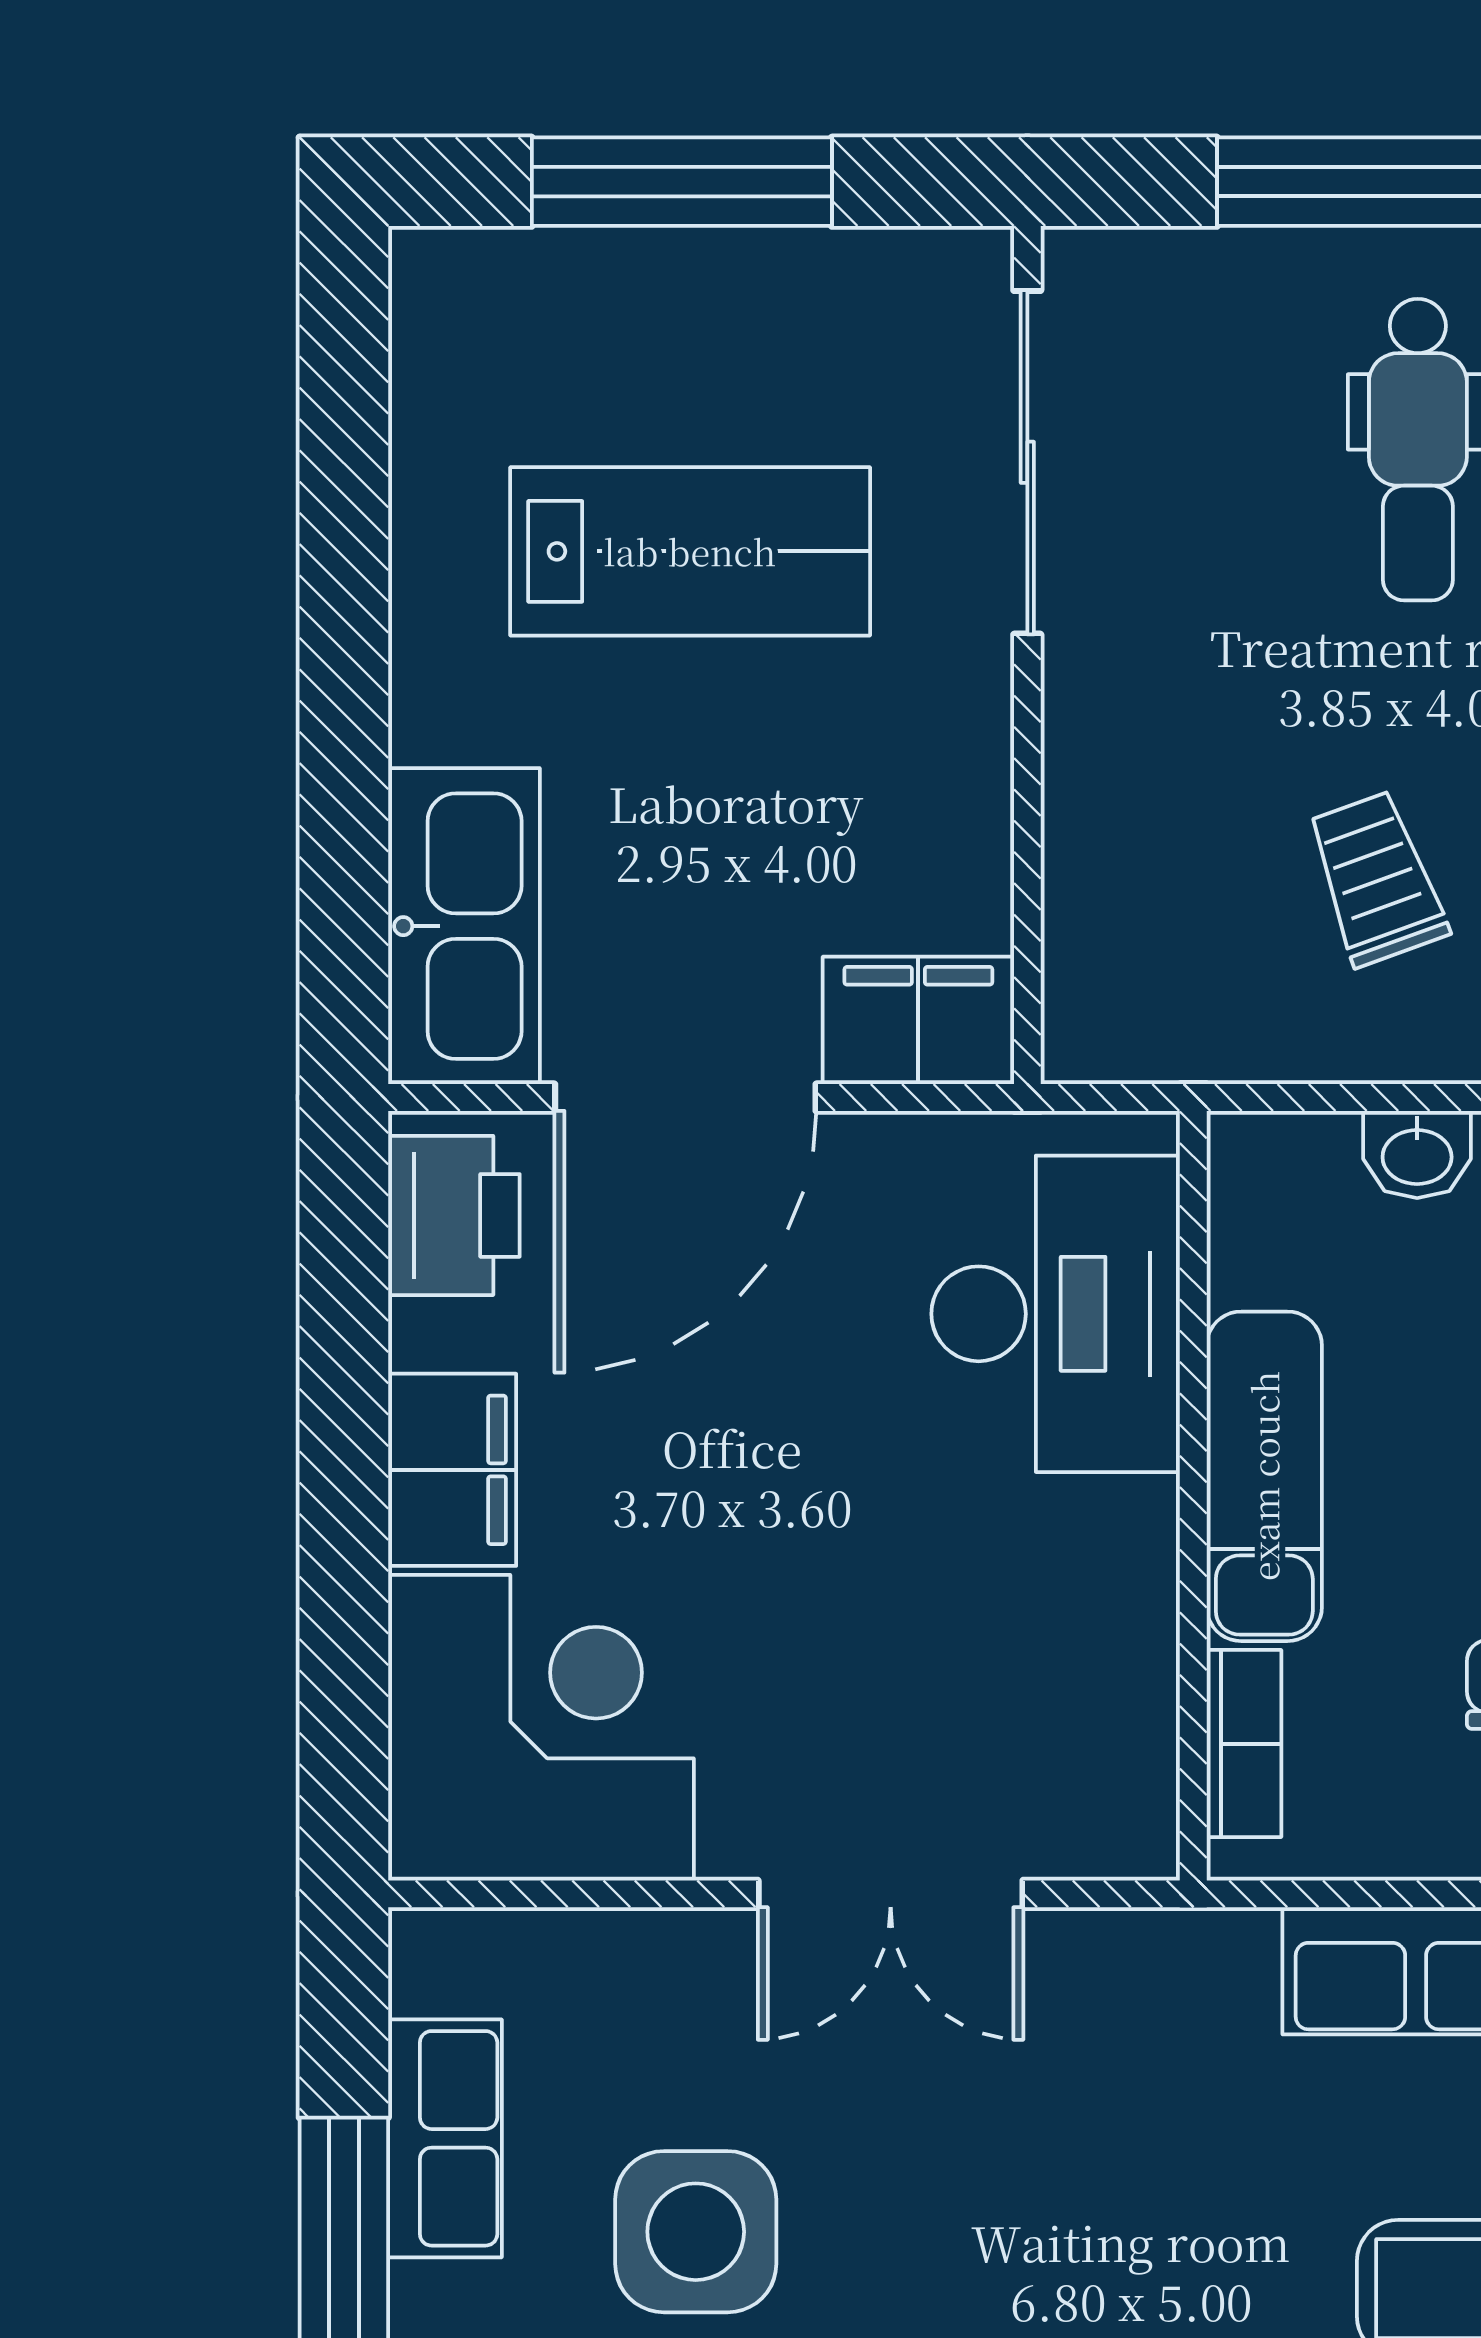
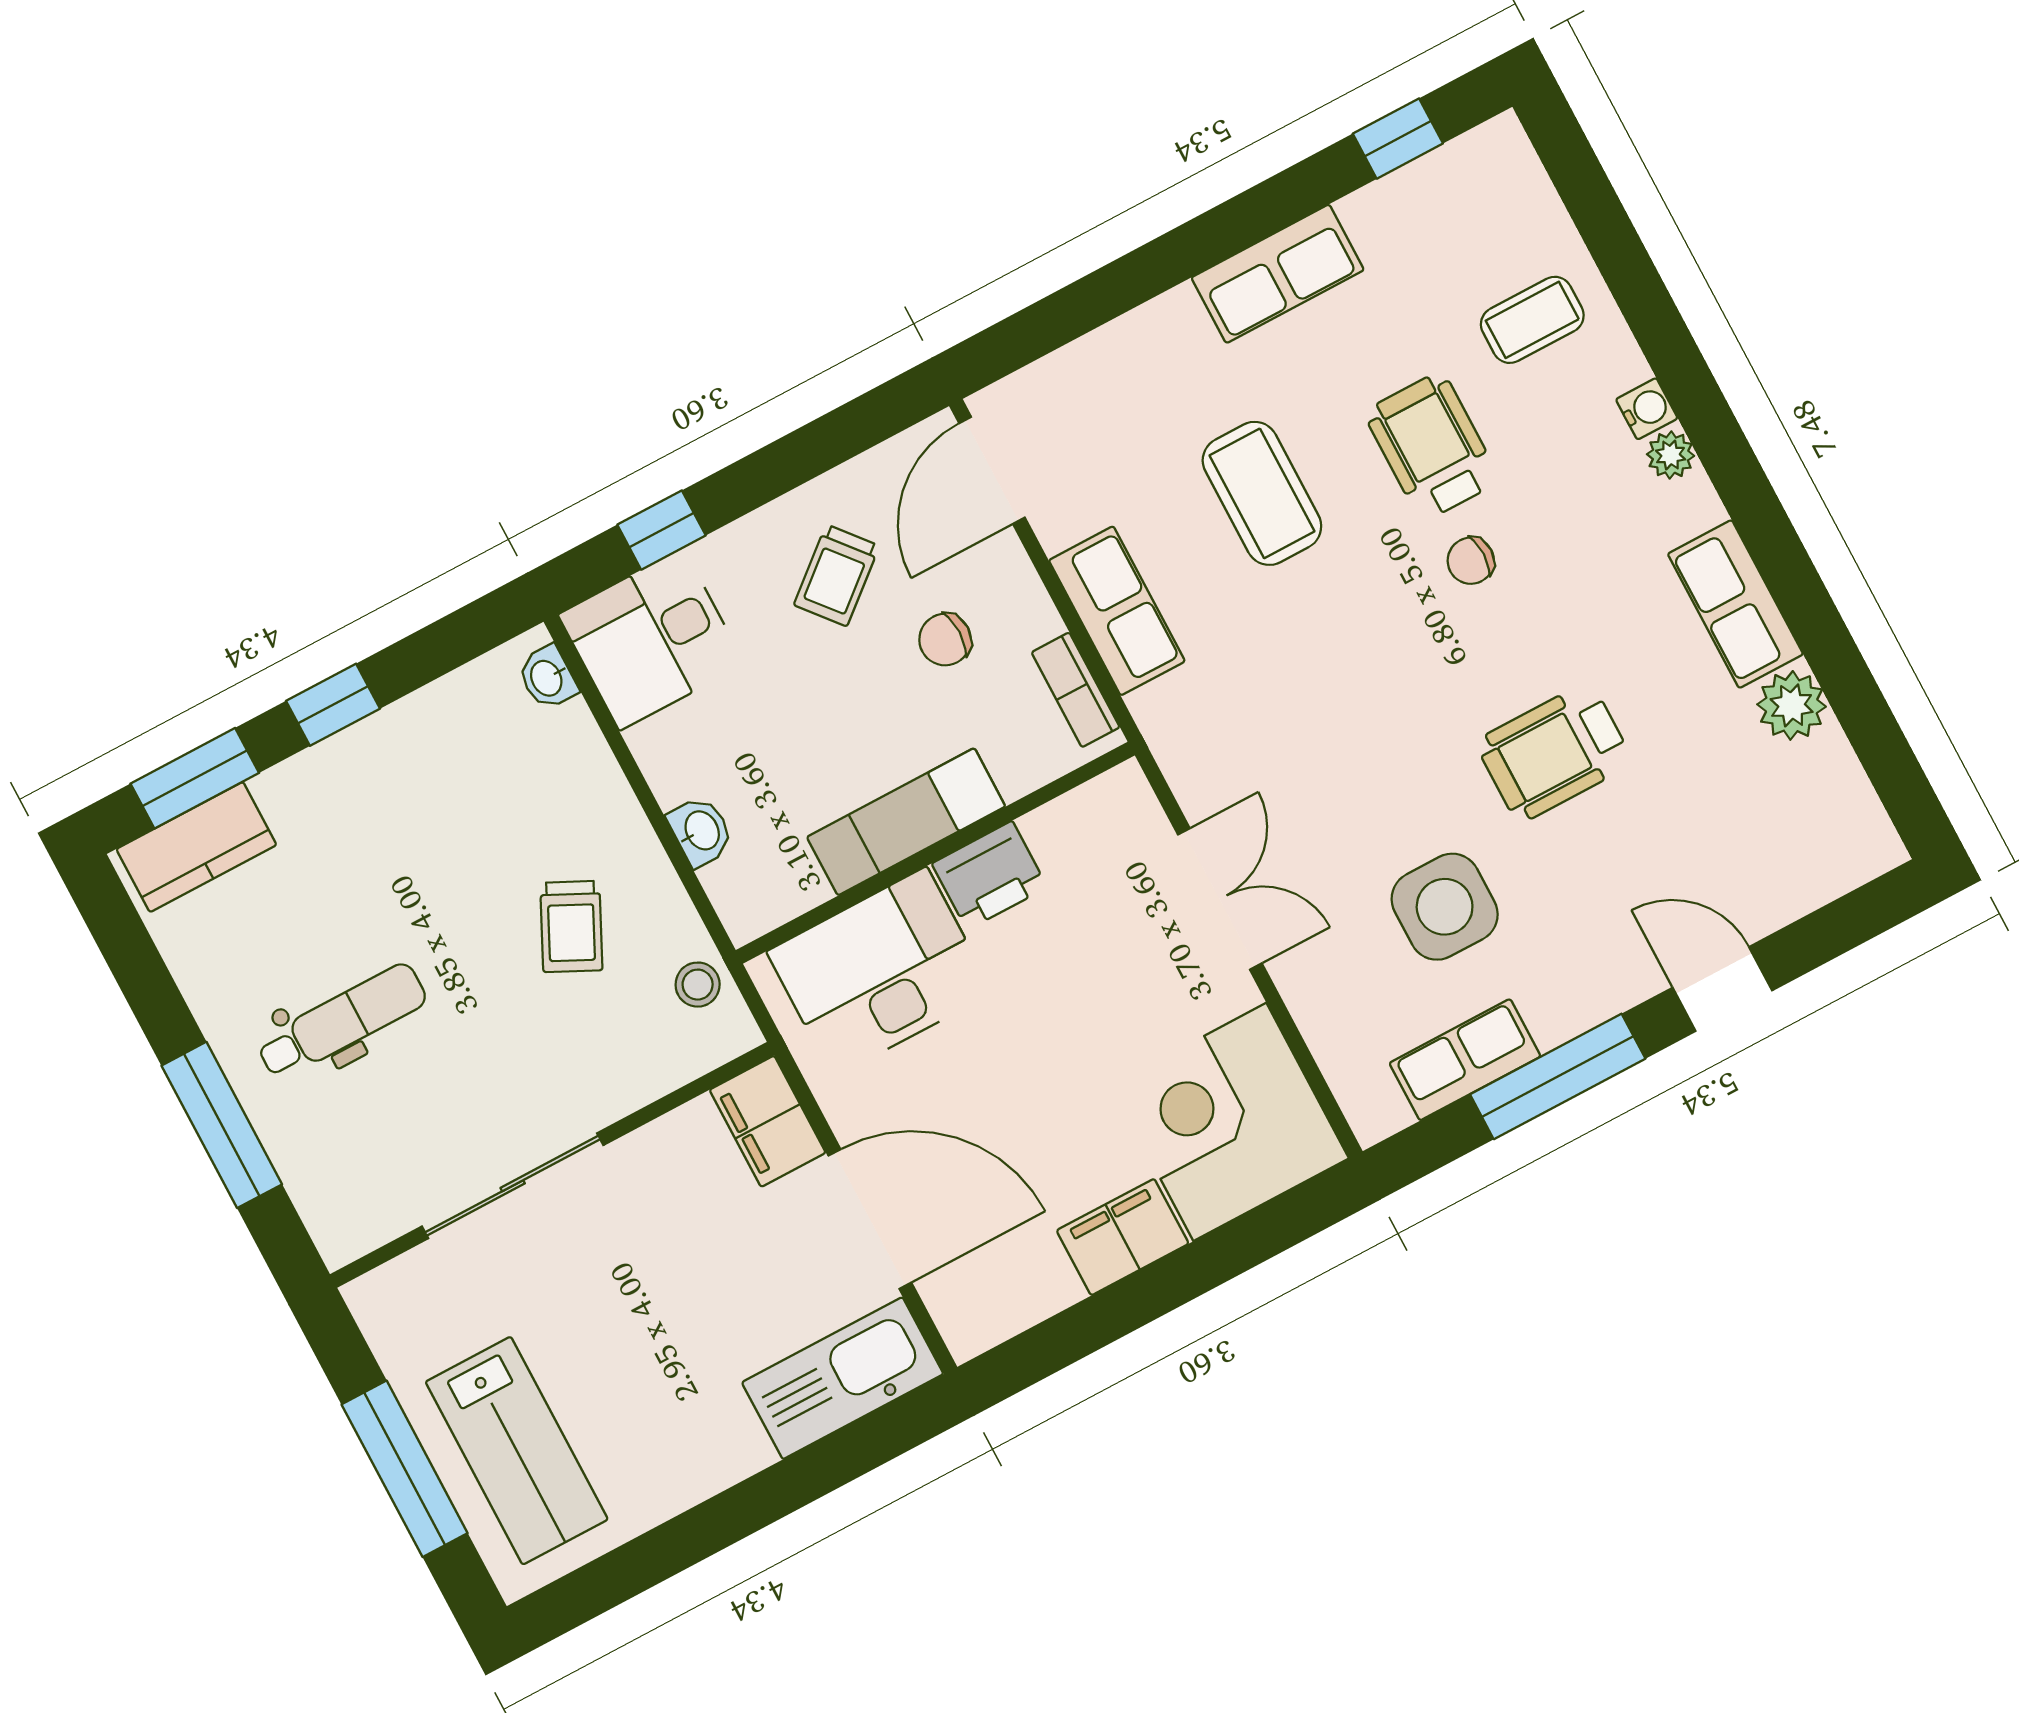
sliding door: (1027, 462) -> (513, 1186), moved
lab bench: (690, 551) -> (517, 1451), moved, turned 180
trolley: (1376, 879) -> (571, 926), turned -44
stool: (1185, 1025) -> (698, 985), added
printer: (454, 1215) -> (990, 875), moved, turned 180
bookcase: (1244, 1744) -> (1076, 690), moved, turned -90

